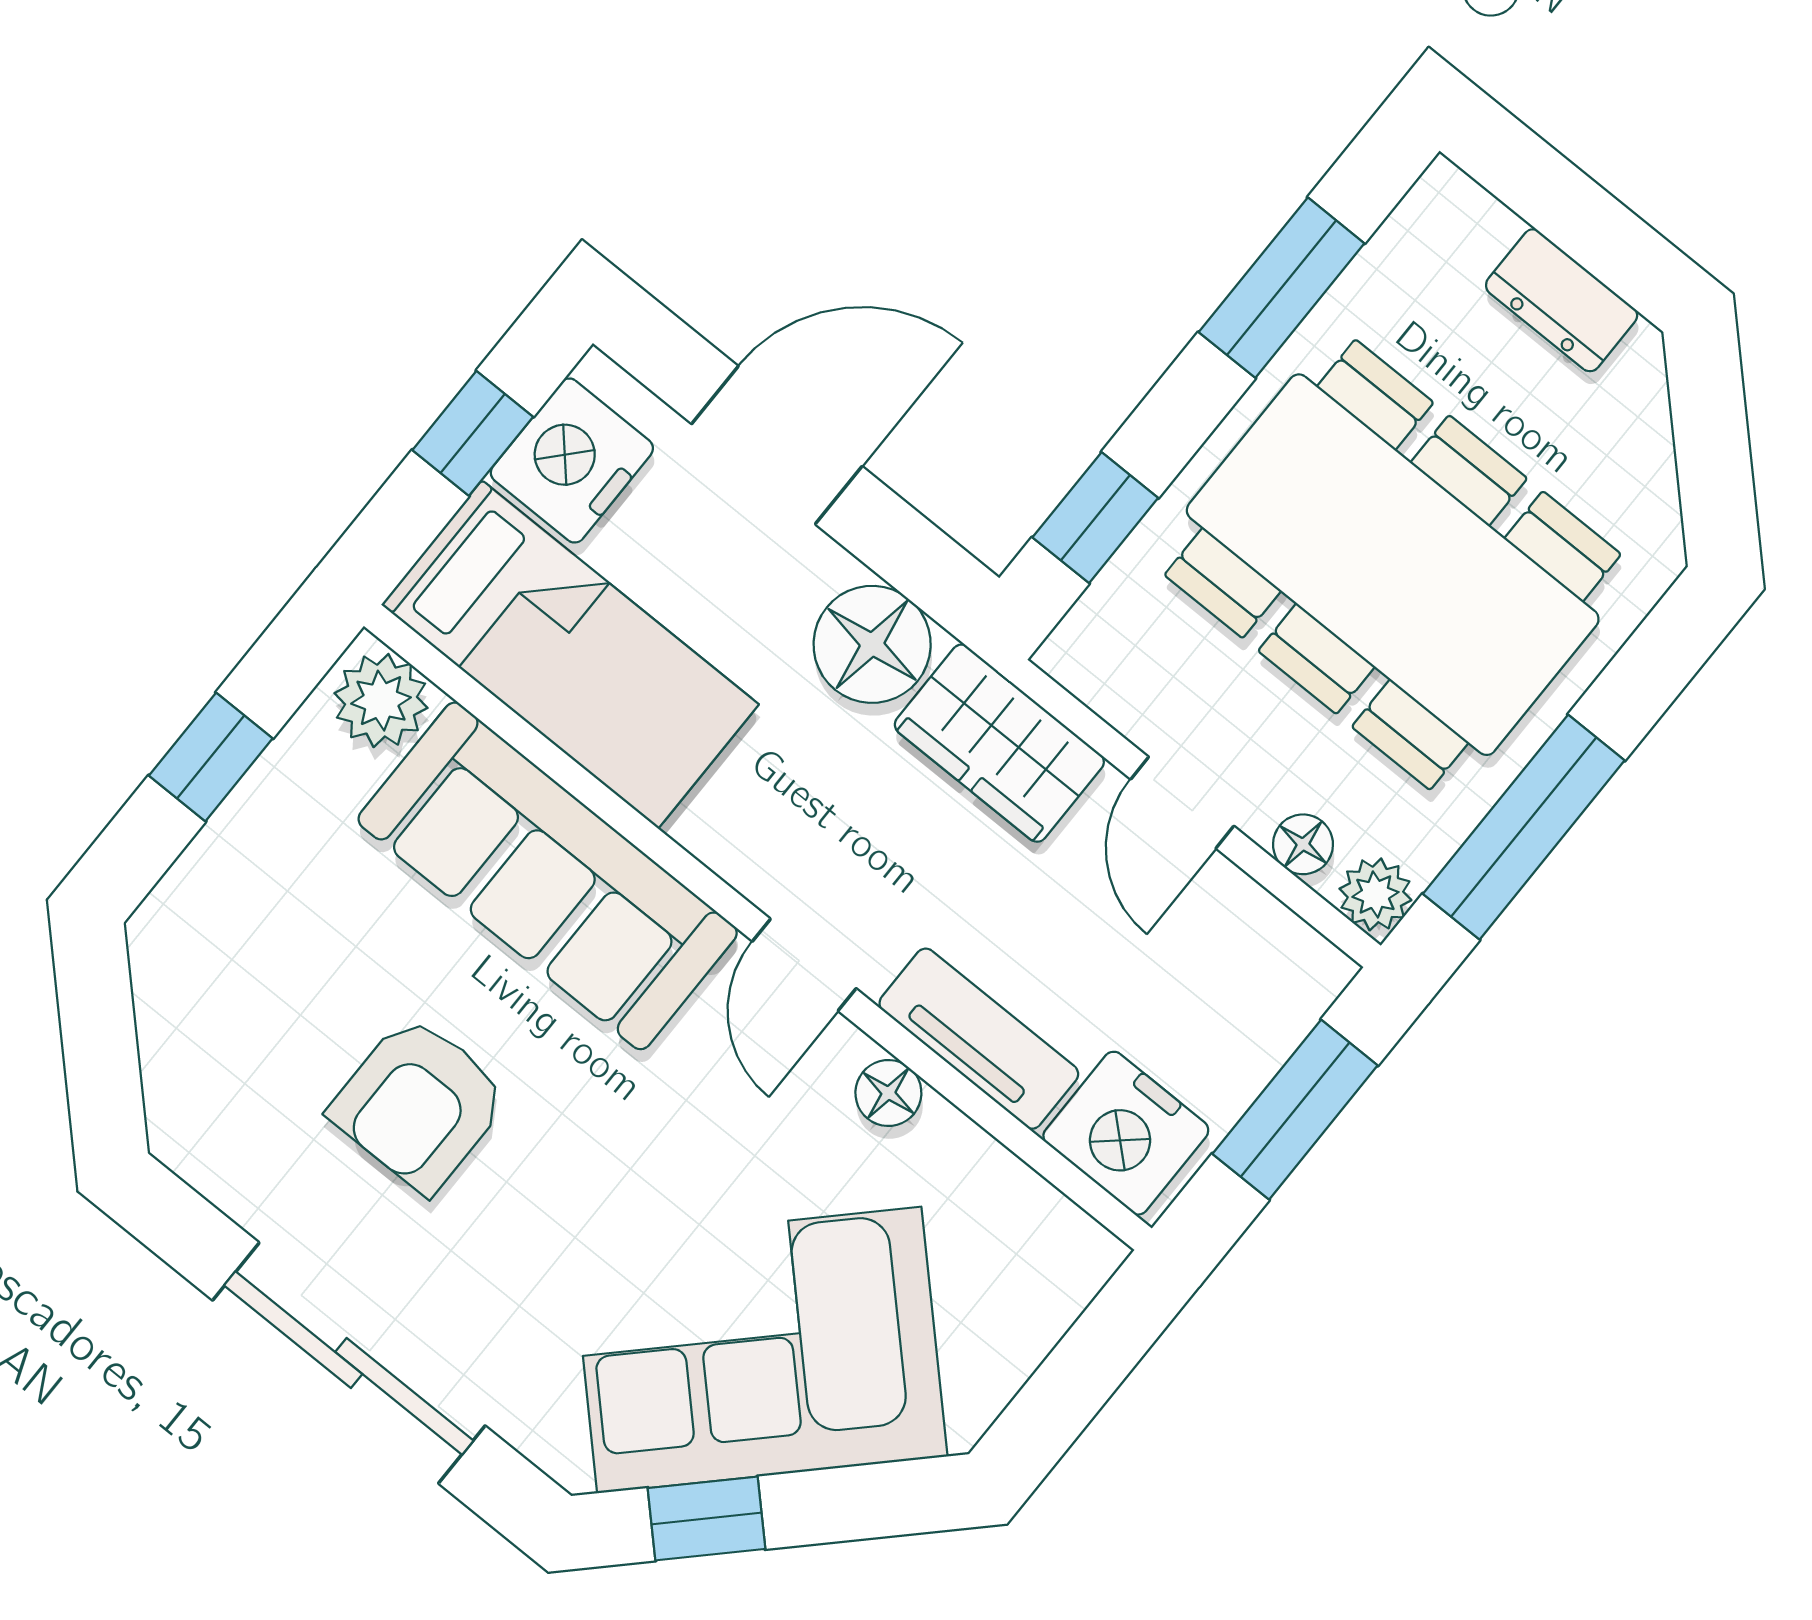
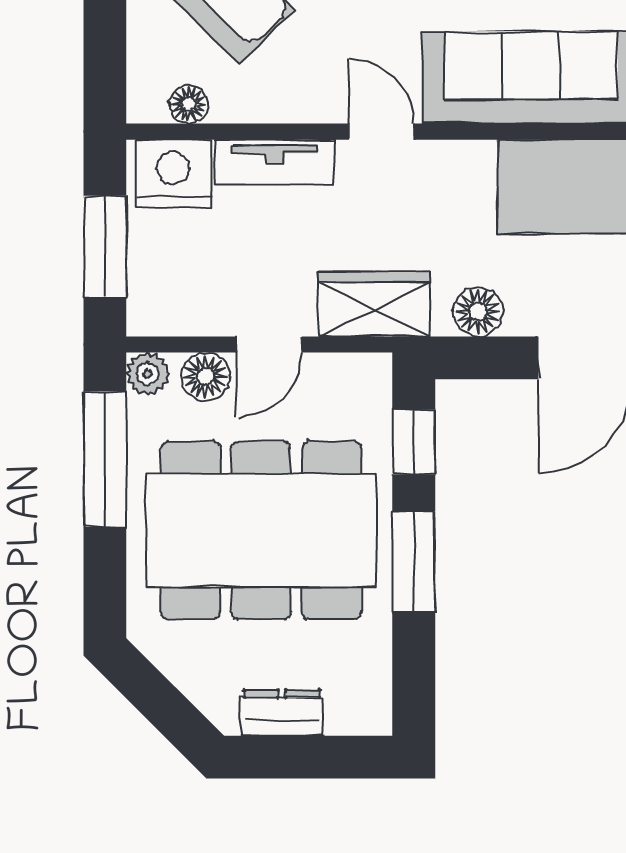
window: (1282, 288) -> (414, 562), moved
floor lamp: (872, 644) -> (478, 312), width x0.73, depth x0.73
door: (1182, 803) -> (269, 344), swing flipped
floor lamp: (1303, 844) -> (206, 376), width x1.37, depth x1.37
floor lamp: (888, 1093) -> (189, 104), moved

